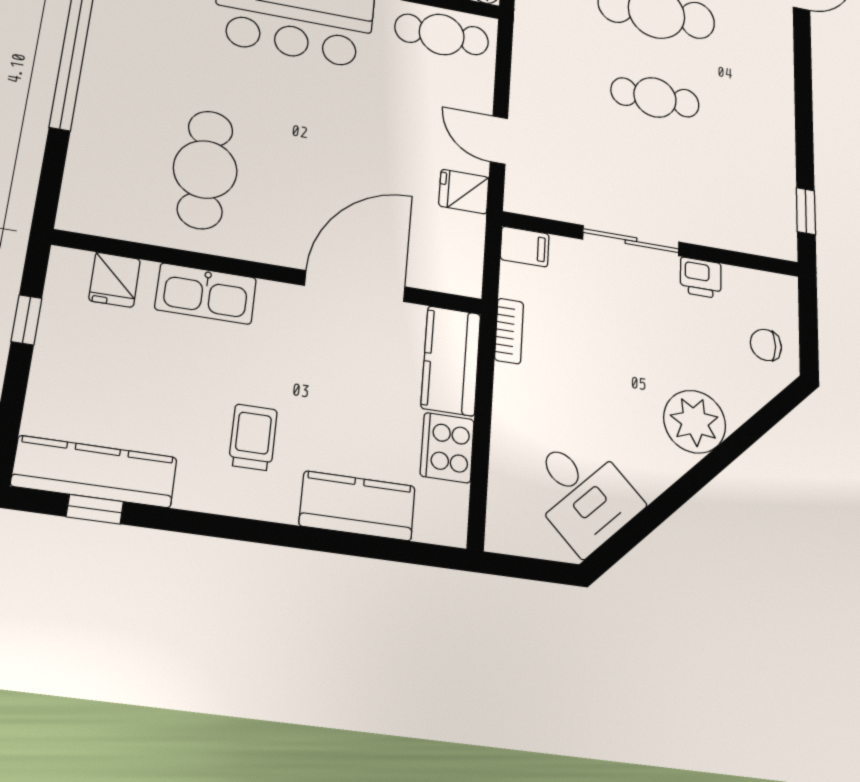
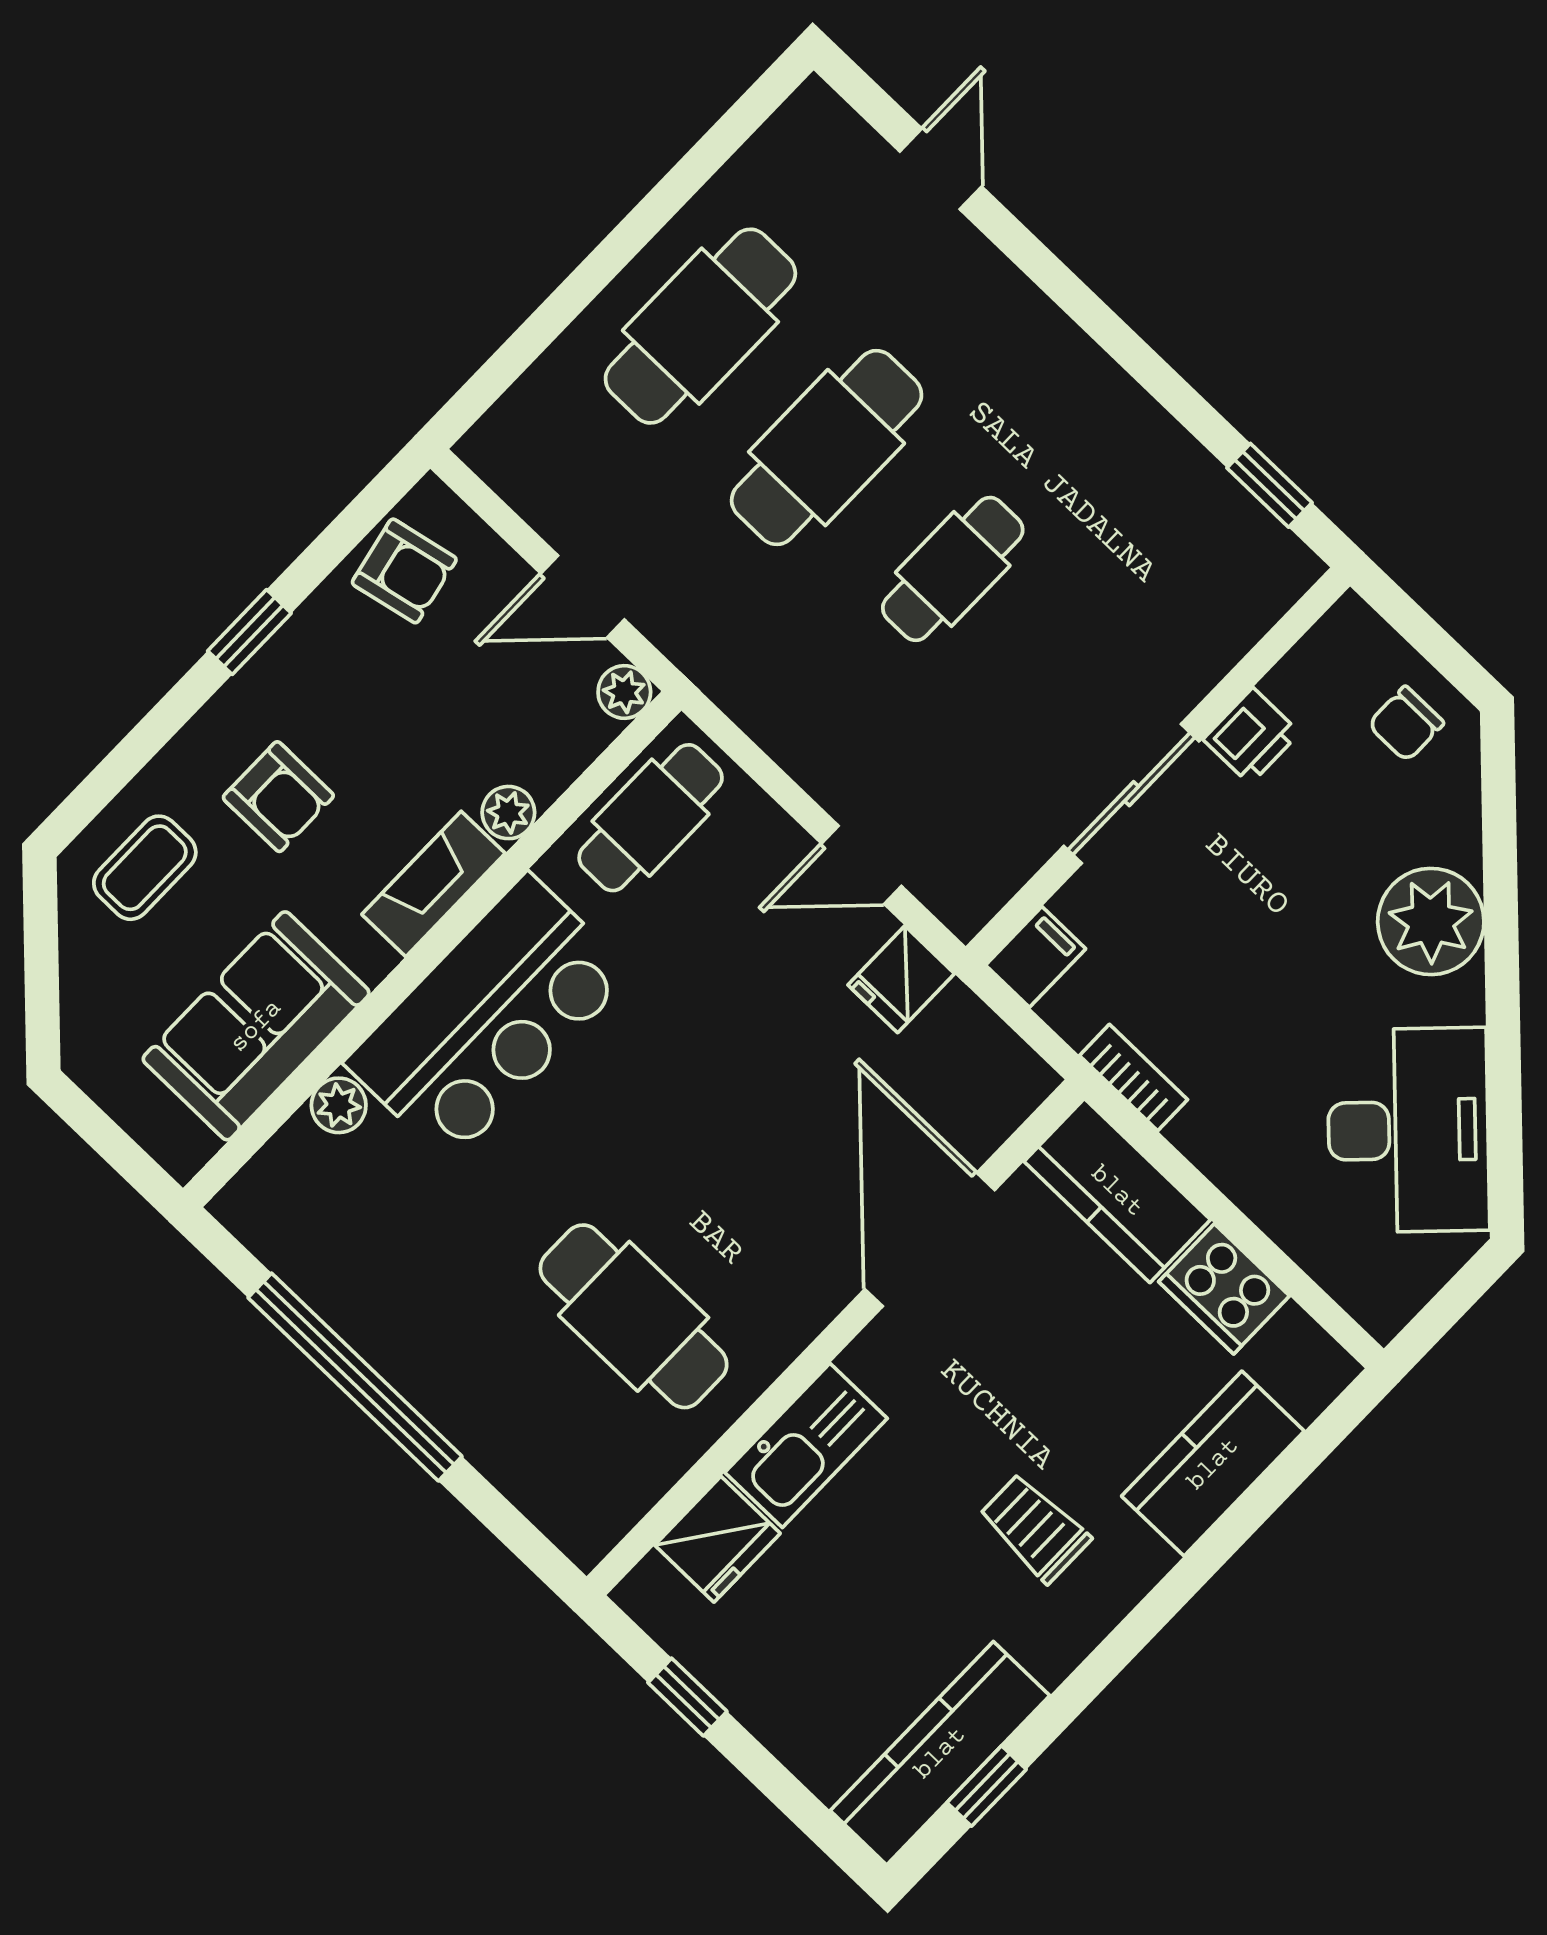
fridge: (114, 280) -> (717, 1539), width x1.38
desk: (583, 493) -> (1408, 1130), width x1.37

